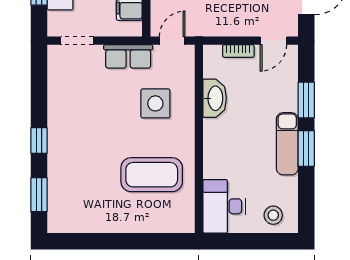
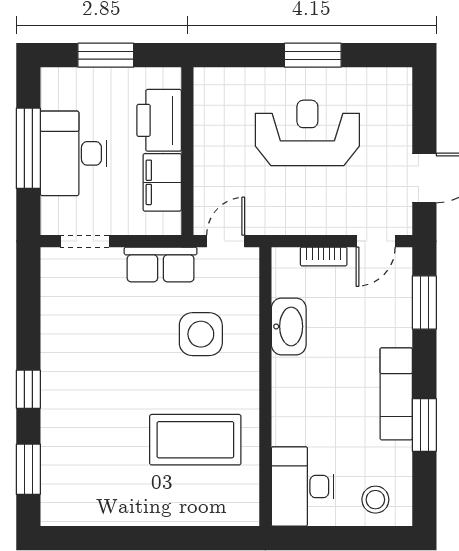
window: (306, 100) -> (424, 303), moved
window: (306, 149) -> (424, 425), moved

